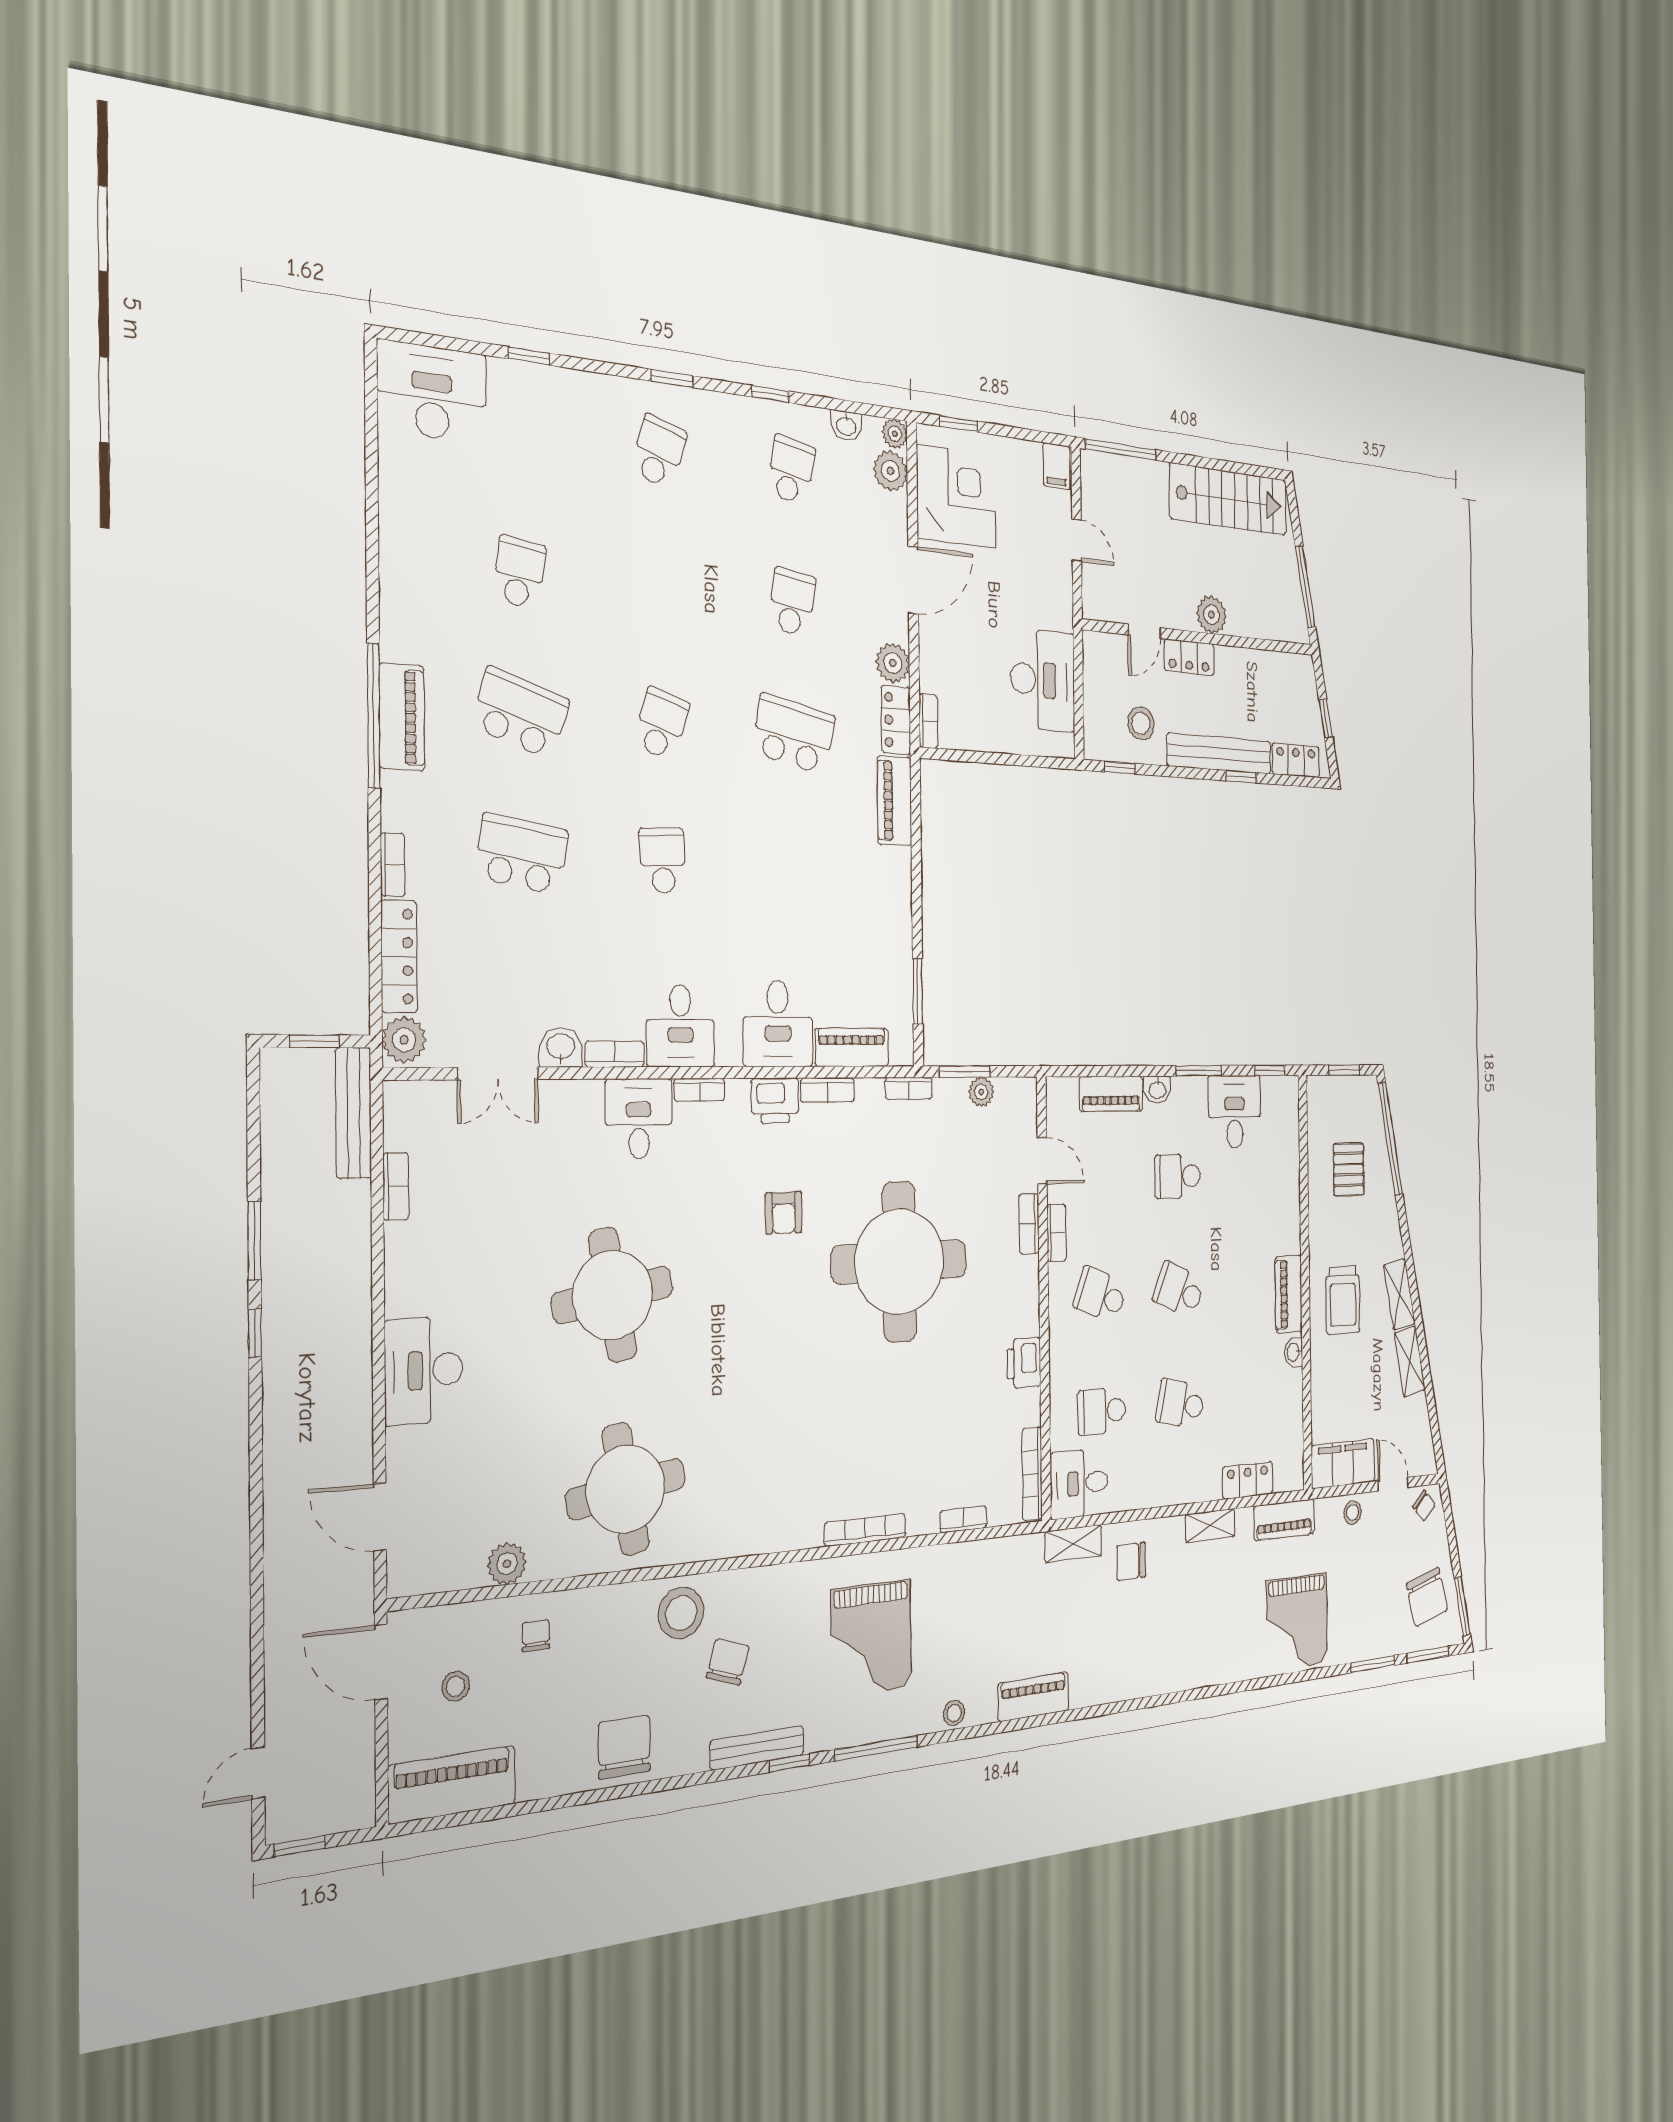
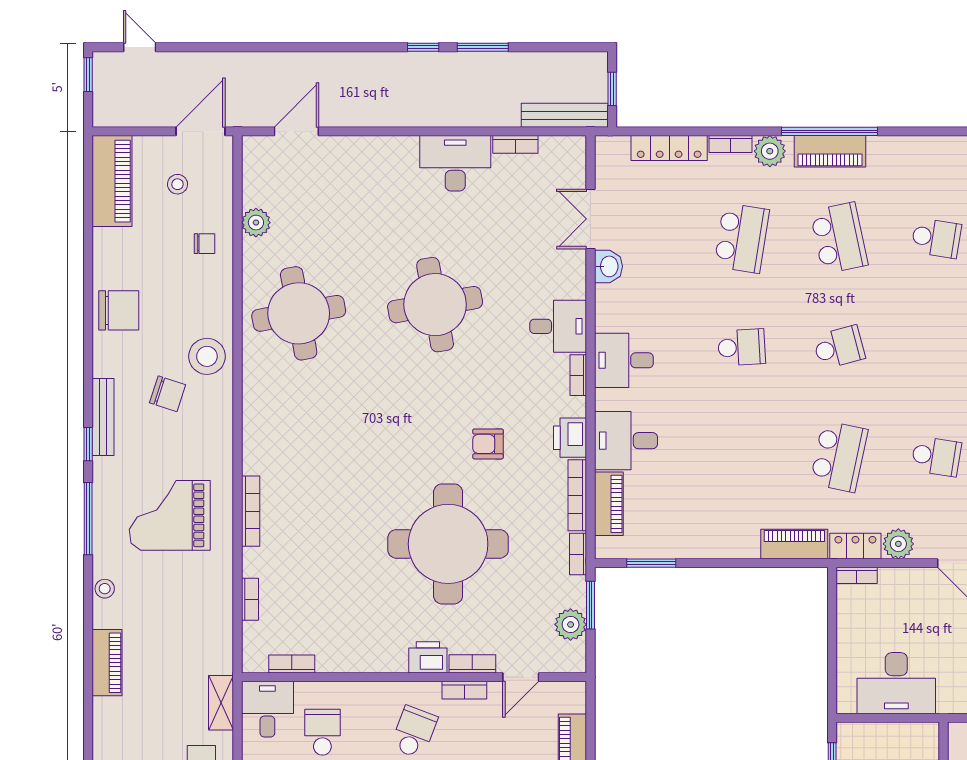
school desk: (520, 713) -> (839, 238), turned -30
school desk: (661, 724) -> (839, 347), turned -33
plant: (404, 1040) -> (770, 151), moved
bookcase: (615, 1054) -> (604, 308), removed
bookcase: (828, 1090) -> (577, 495), width x1.56
plant: (981, 1092) -> (571, 625), width x1.38, depth x1.38
printer: (1024, 1363) -> (428, 657), moved
desk: (424, 1370) -> (455, 163), moved
bookcase: (1032, 1474) -> (292, 664), width x0.64

